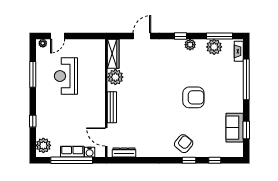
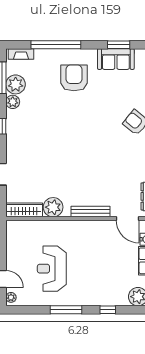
plant: (190, 45) -> (13, 102), moved
window: (33, 74) -> (66, 310), moved
reception desk: (66, 76) -> (52, 269), turned 90
armchair: (193, 97) -> (74, 78), moved
door: (106, 137) -> (127, 219), hinge flipped

